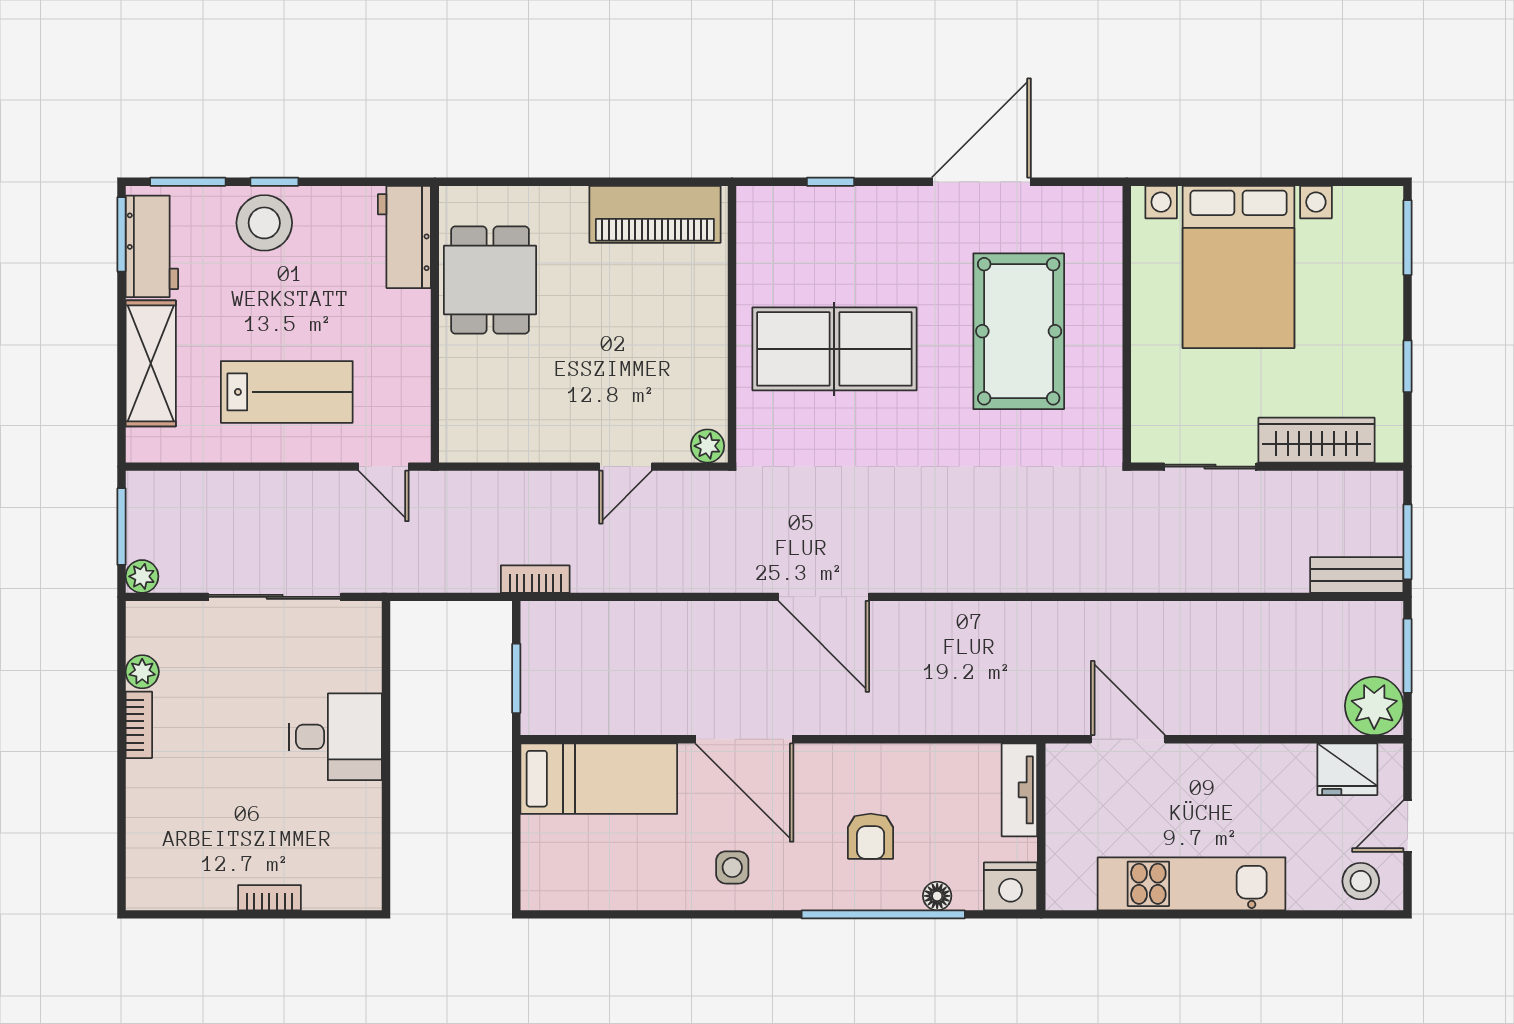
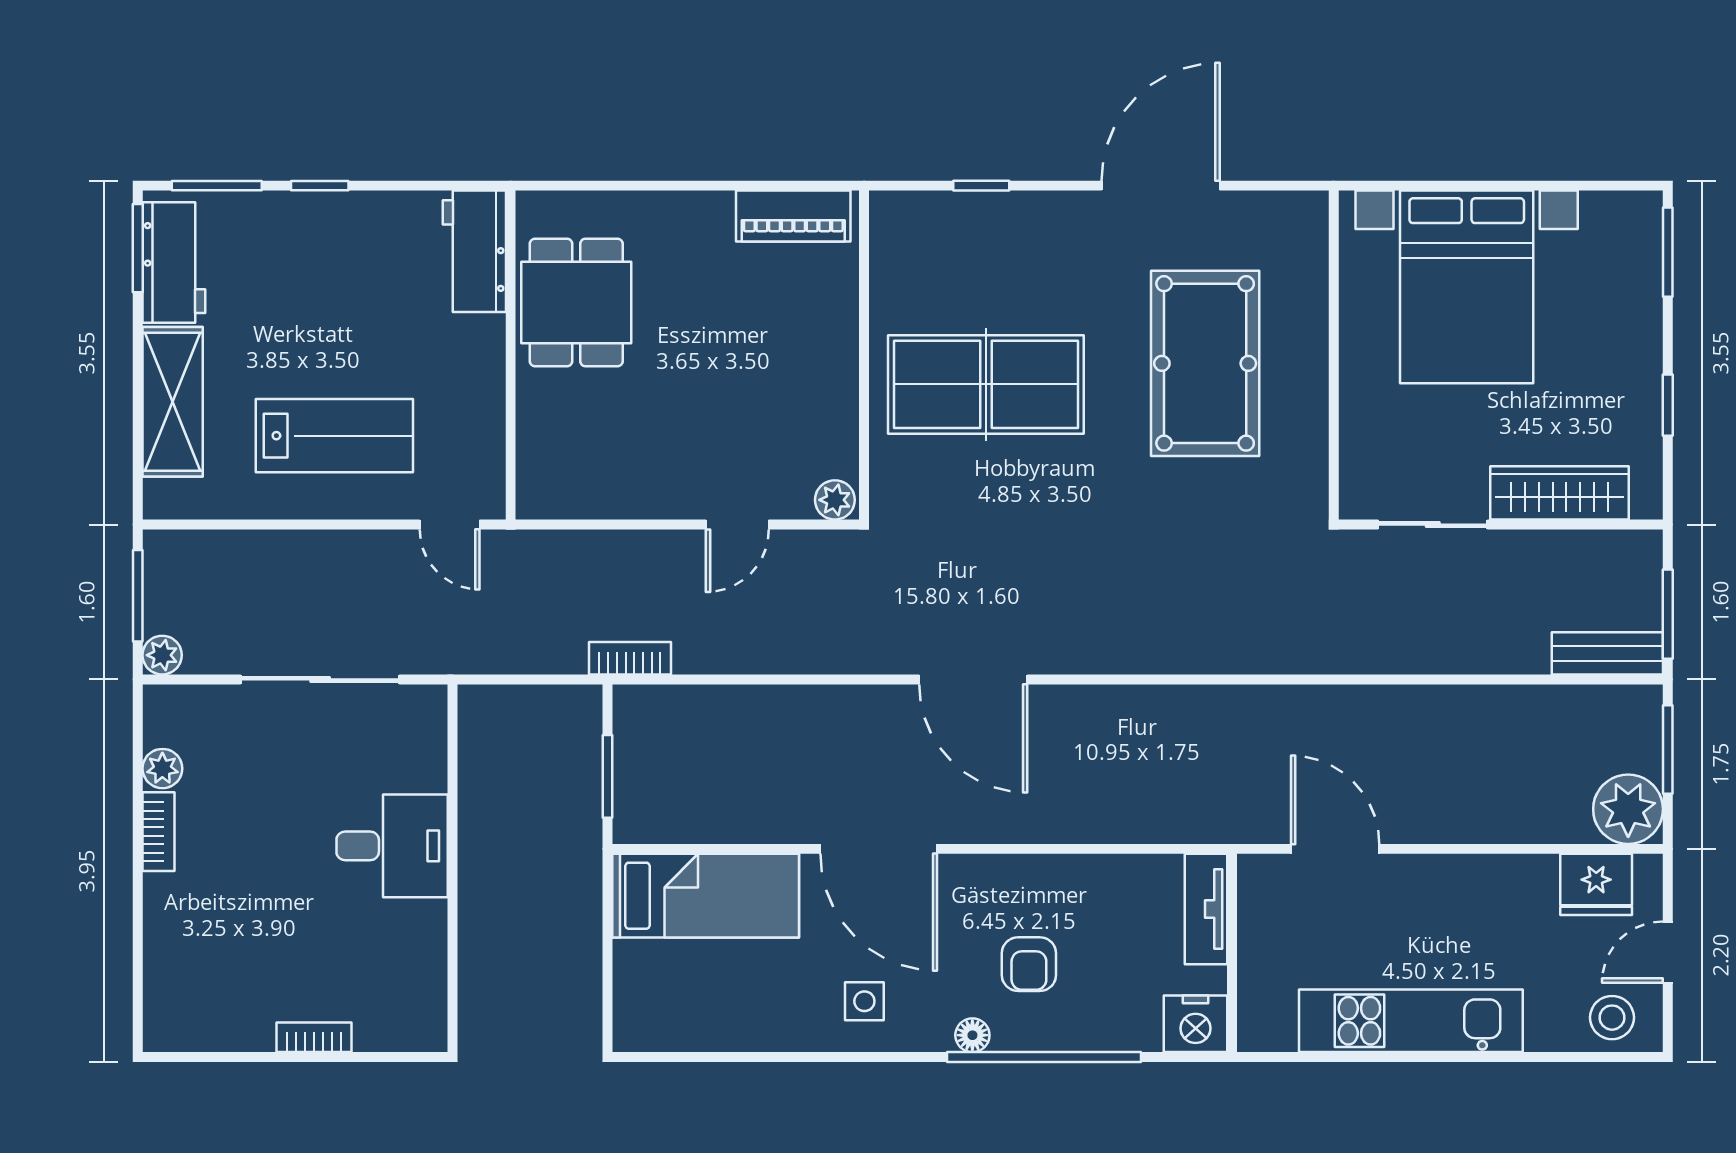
piano: (655, 214) -> (793, 216), width x0.73, depth x0.75
stool: (264, 223) -> (308, 235), removed
floor lamp: (937, 896) -> (972, 1035), moved

